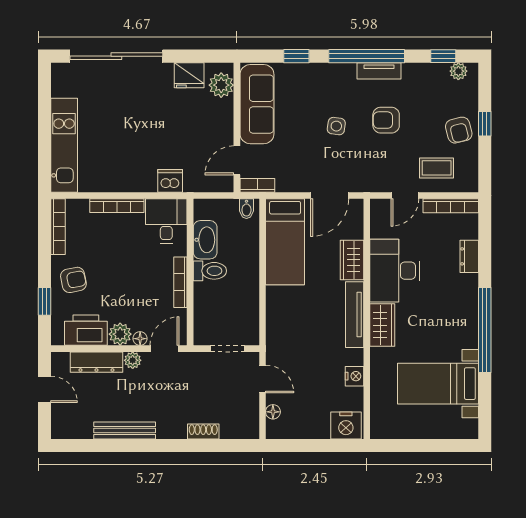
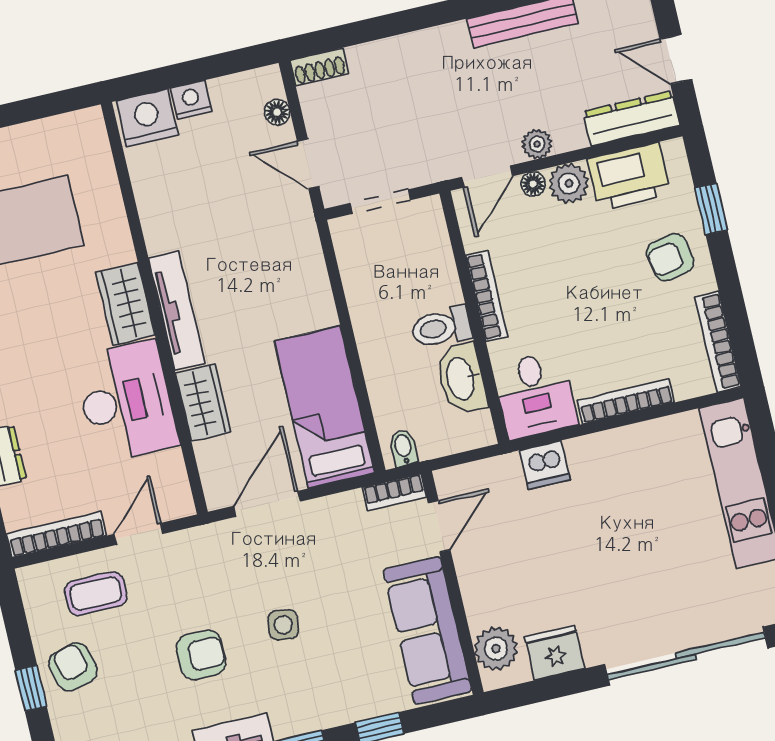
dresser: (96, 362) -> (631, 119), moved
nightstand: (354, 376) -> (191, 100), moved, turned 90
shoe rack: (203, 432) -> (319, 67), moved

